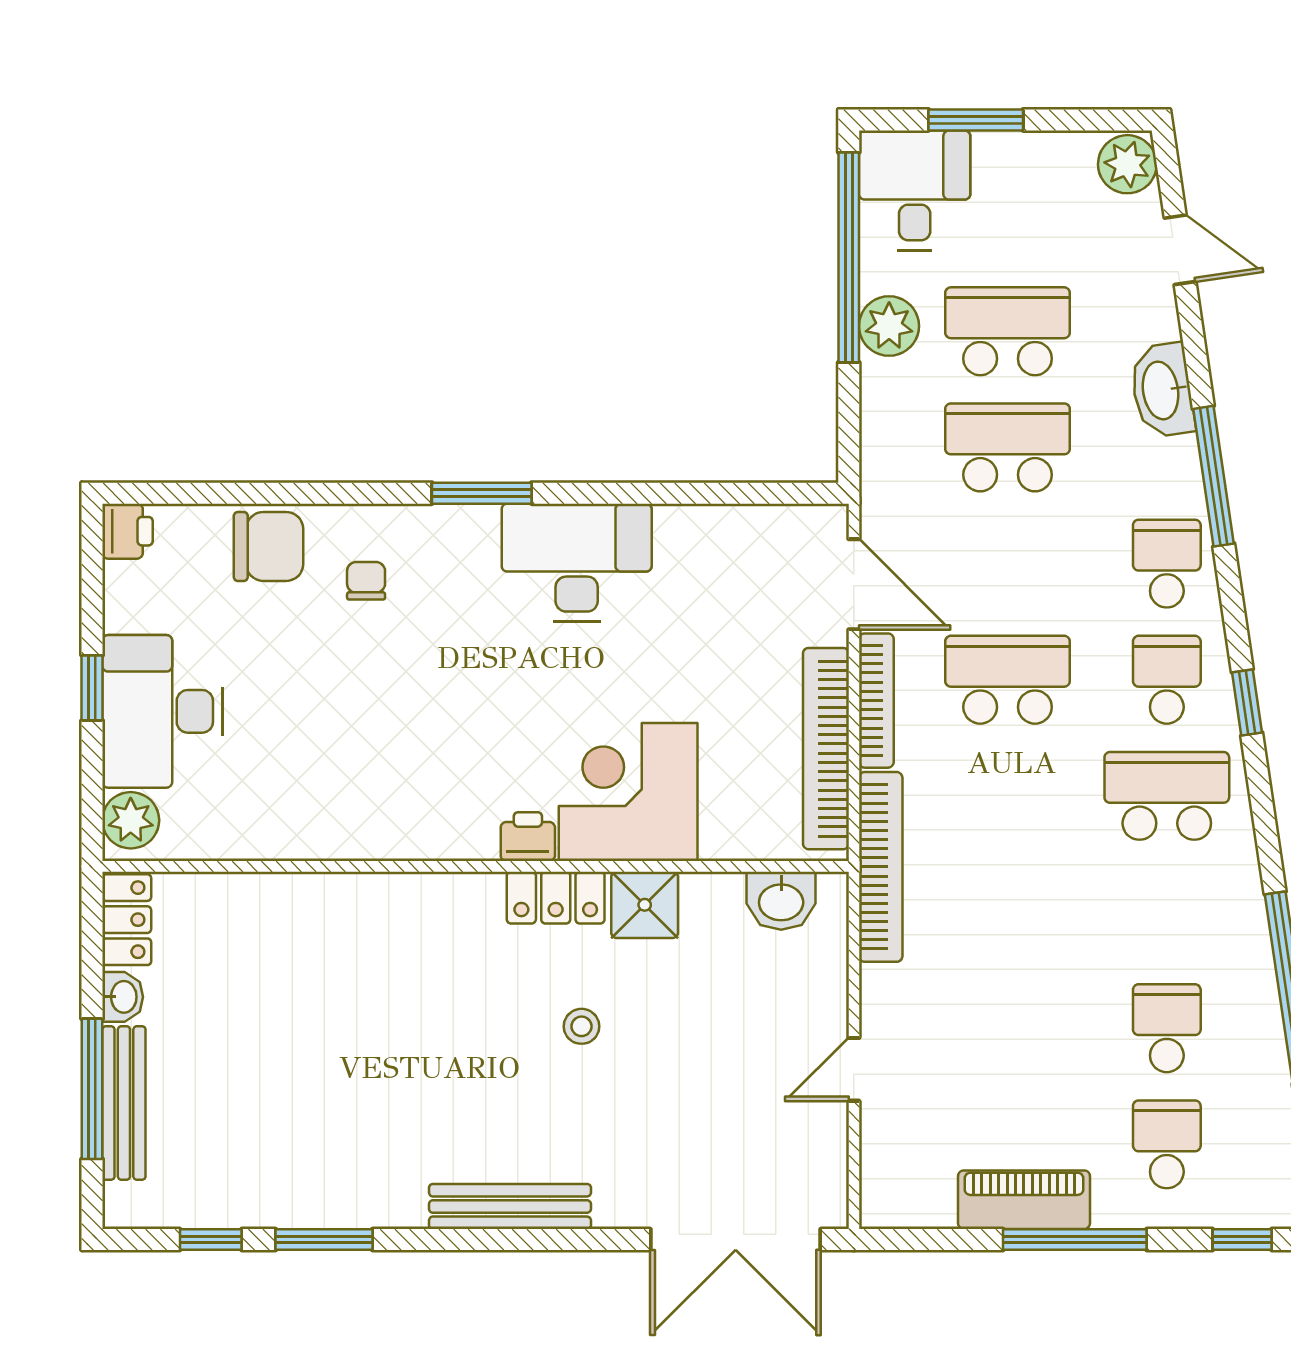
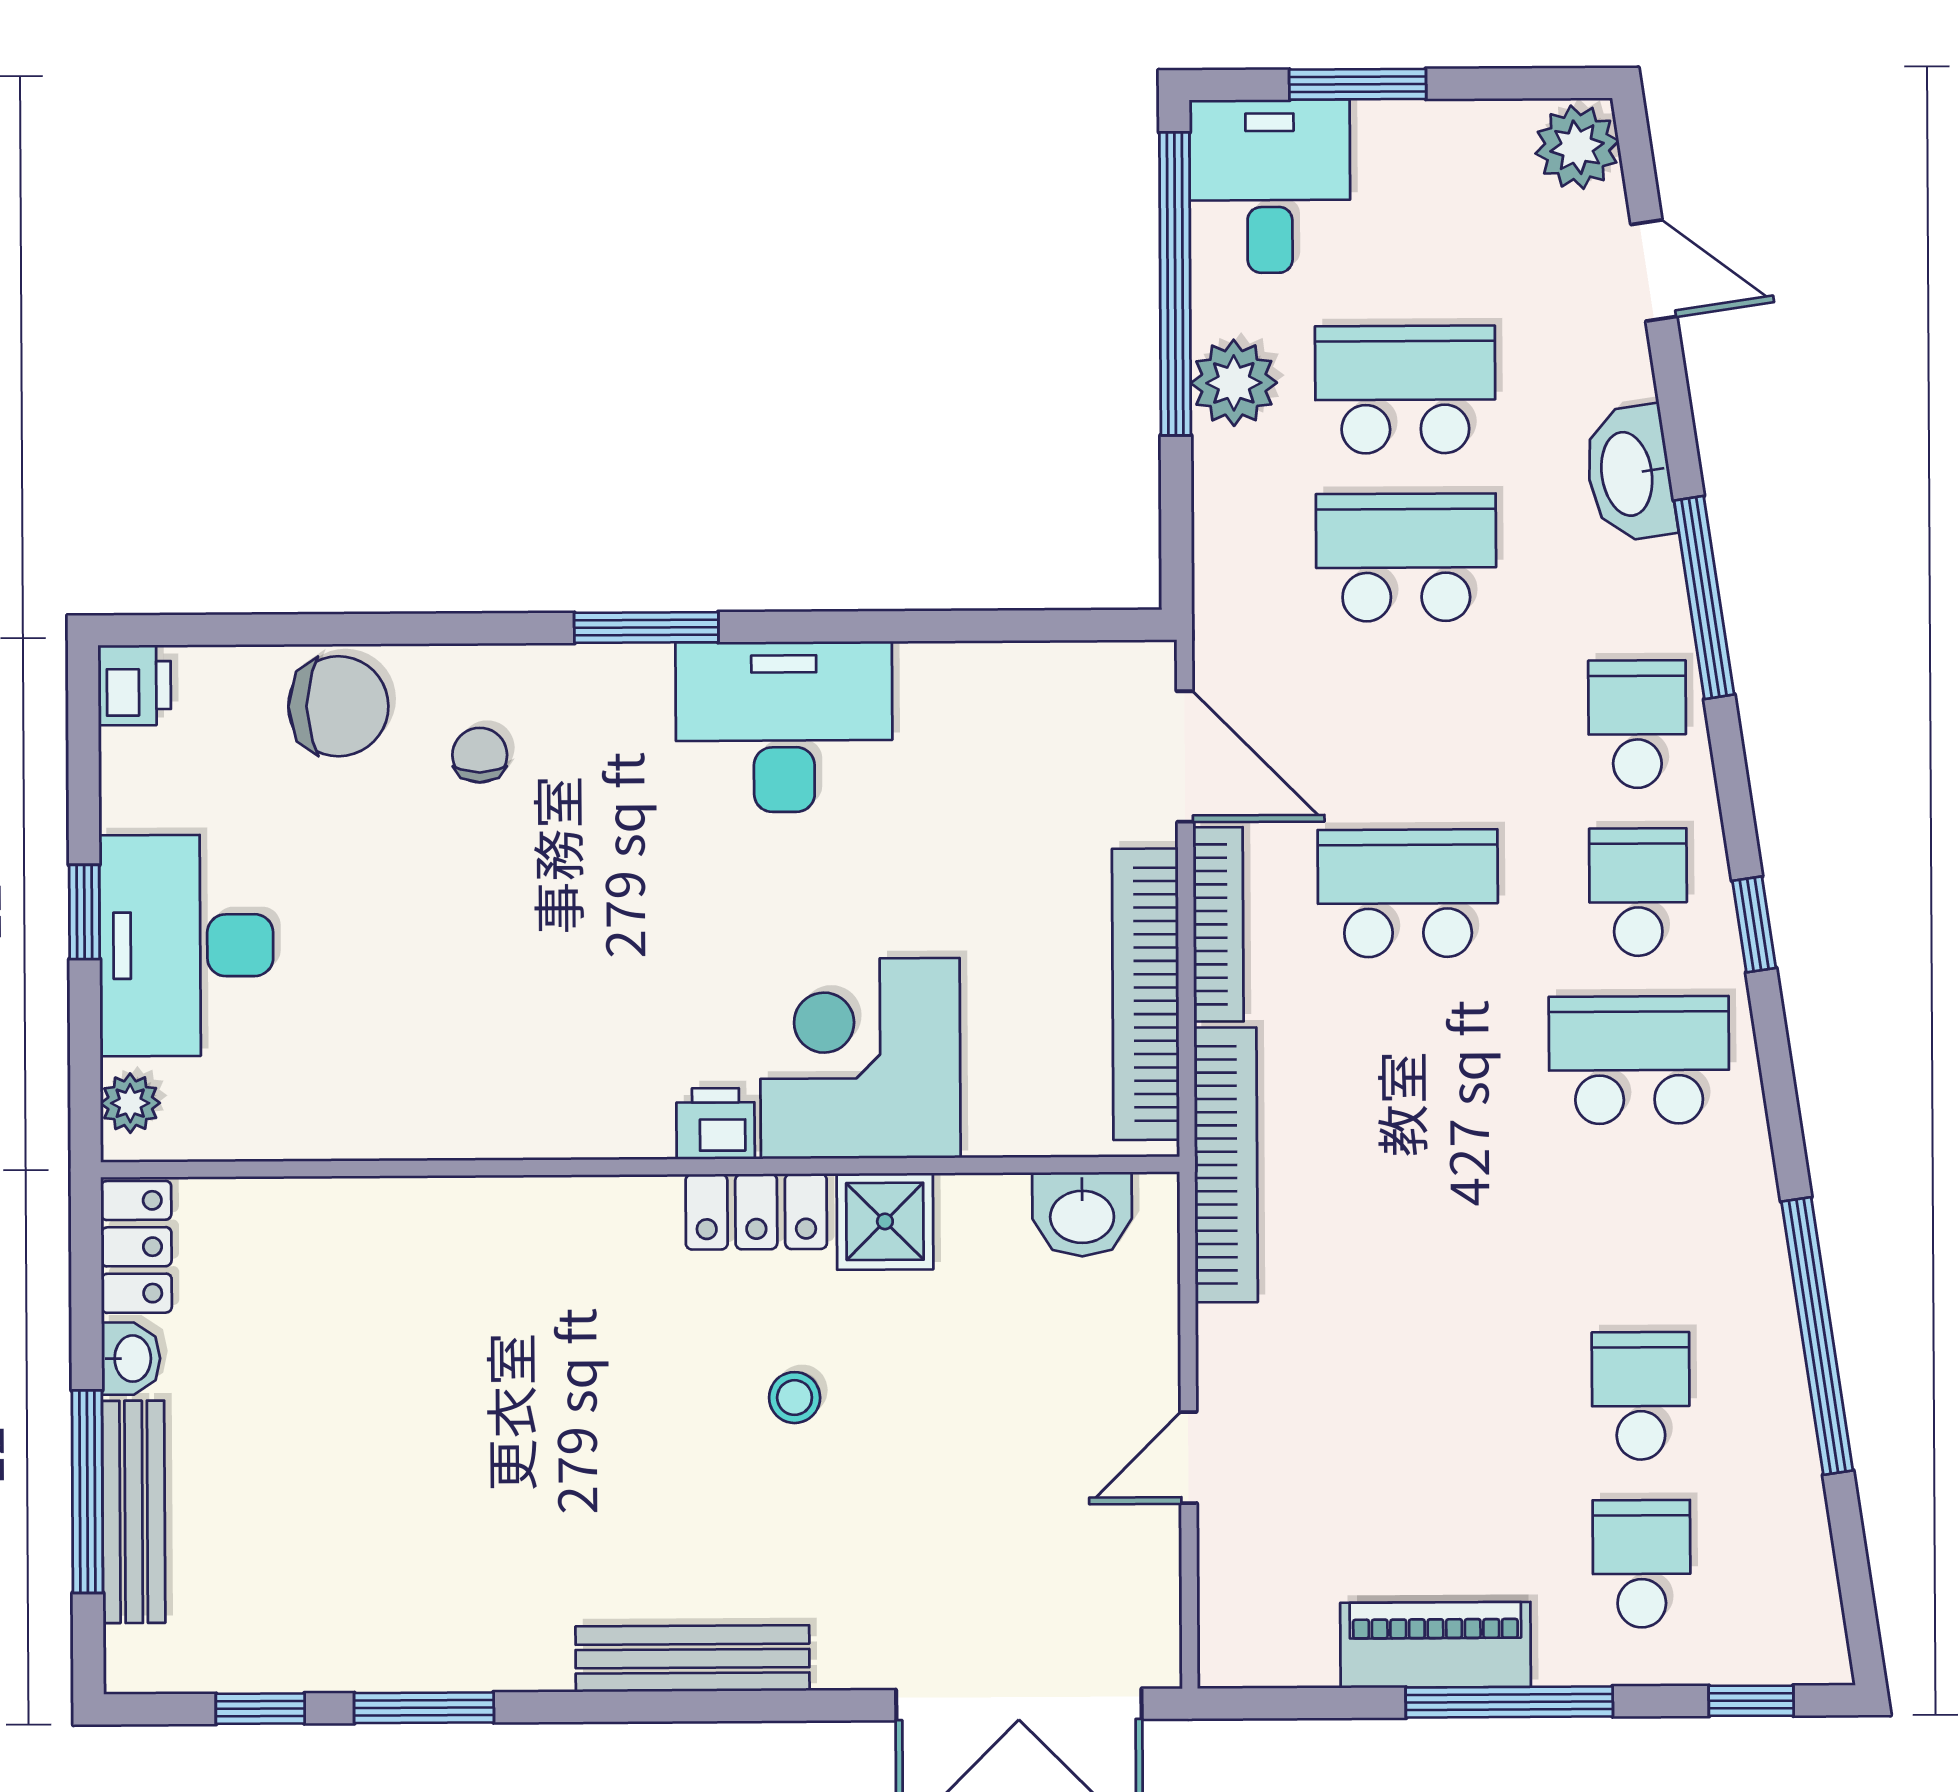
plant: (131, 820) -> (130, 1103), width x0.73, depth x0.73

